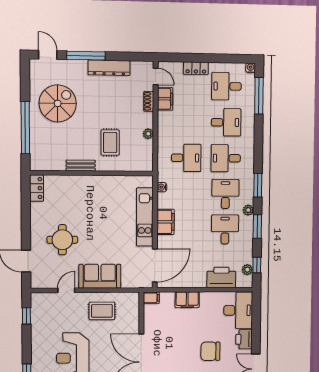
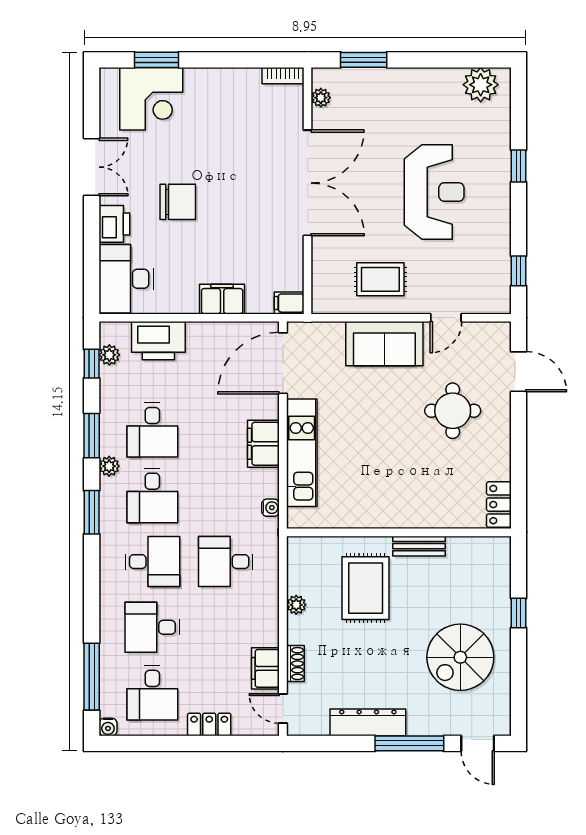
desk: (226, 86) -> (152, 693), turned 90
window: (25, 128) -> (519, 613), width x0.32
rug: (110, 142) -> (366, 588), width x1.36, depth x1.43

